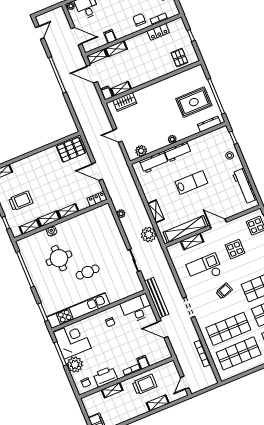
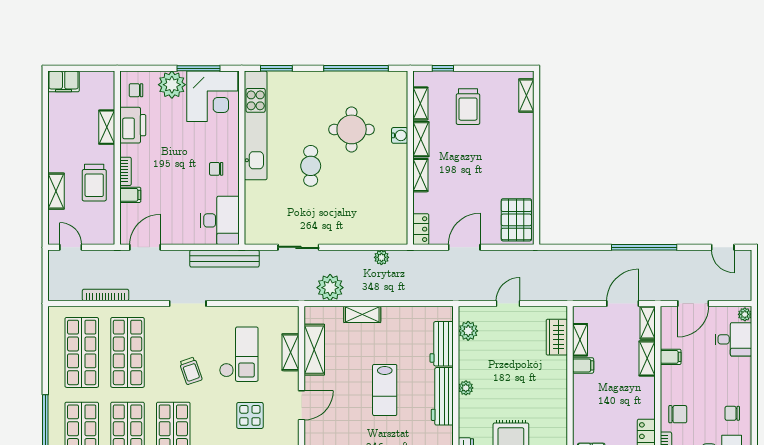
filing cabinet: (107, 93) -> (583, 365), moved
workbench: (178, 152) -> (442, 396), width x1.38
shelving: (185, 229) -> (314, 350), width x0.68
door: (163, 329) -> (145, 247), moved

